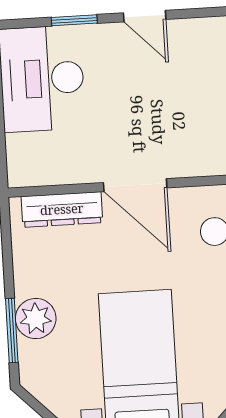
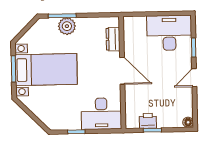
door: (135, 185) -> (122, 71), swing flipped
dresser: (62, 209) -> (113, 39), width x0.70

